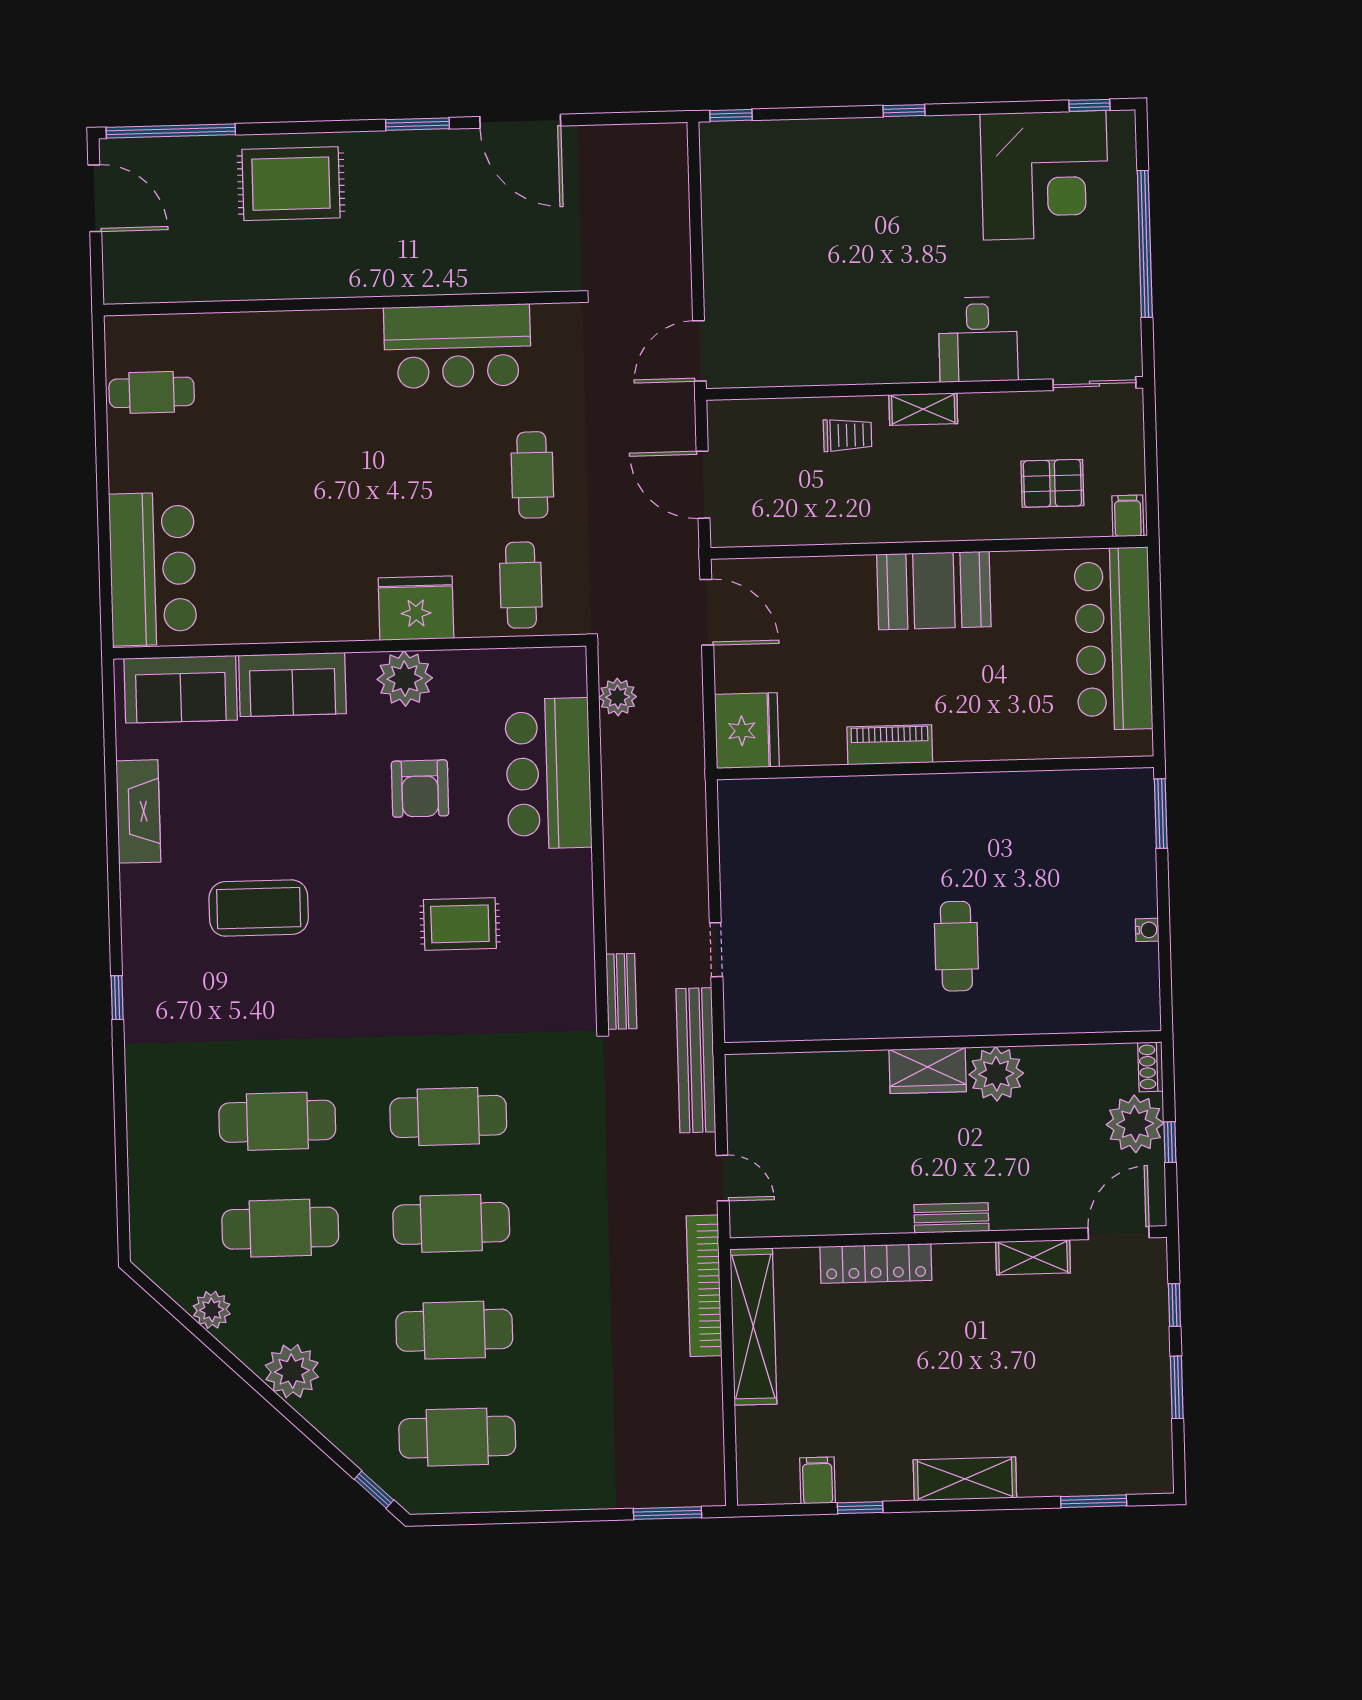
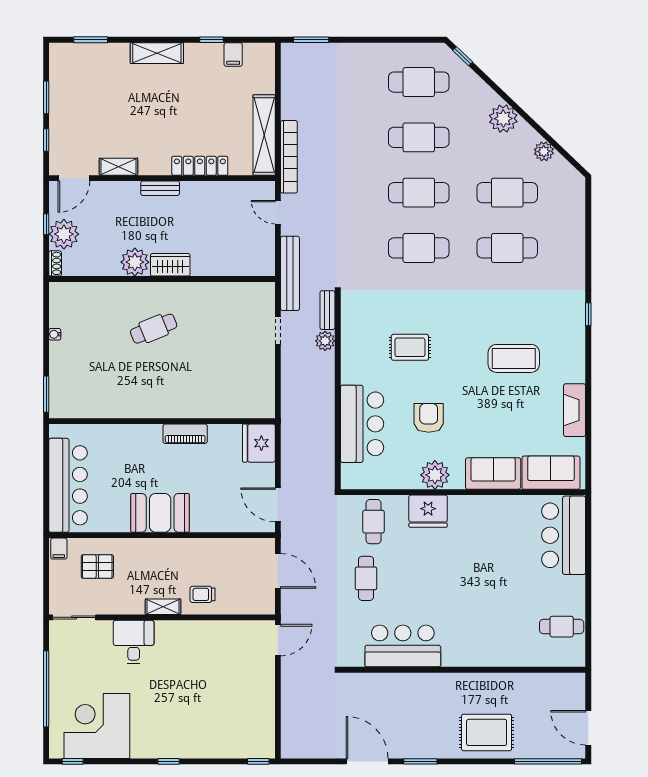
plant: (618, 697) -> (325, 341), moved
cafe table: (956, 946) -> (154, 329), turned 68

